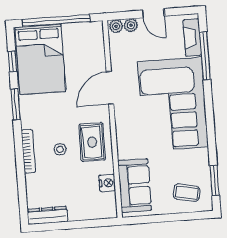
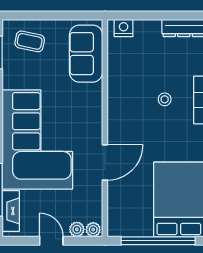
rug: (92, 142) -> (129, 105), removed
nightstand: (107, 183) -> (124, 28), moved, turned 90

